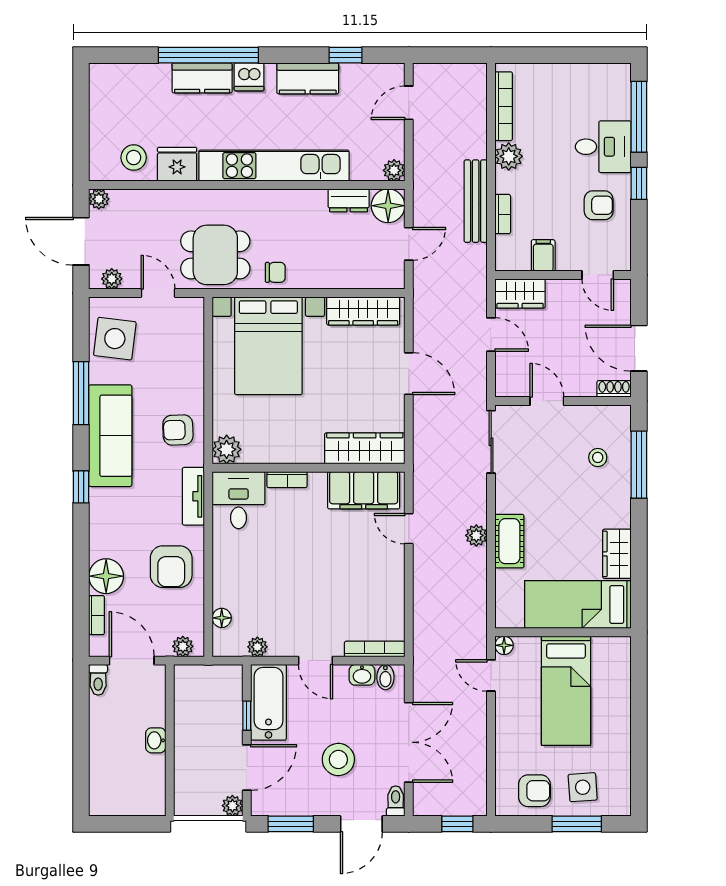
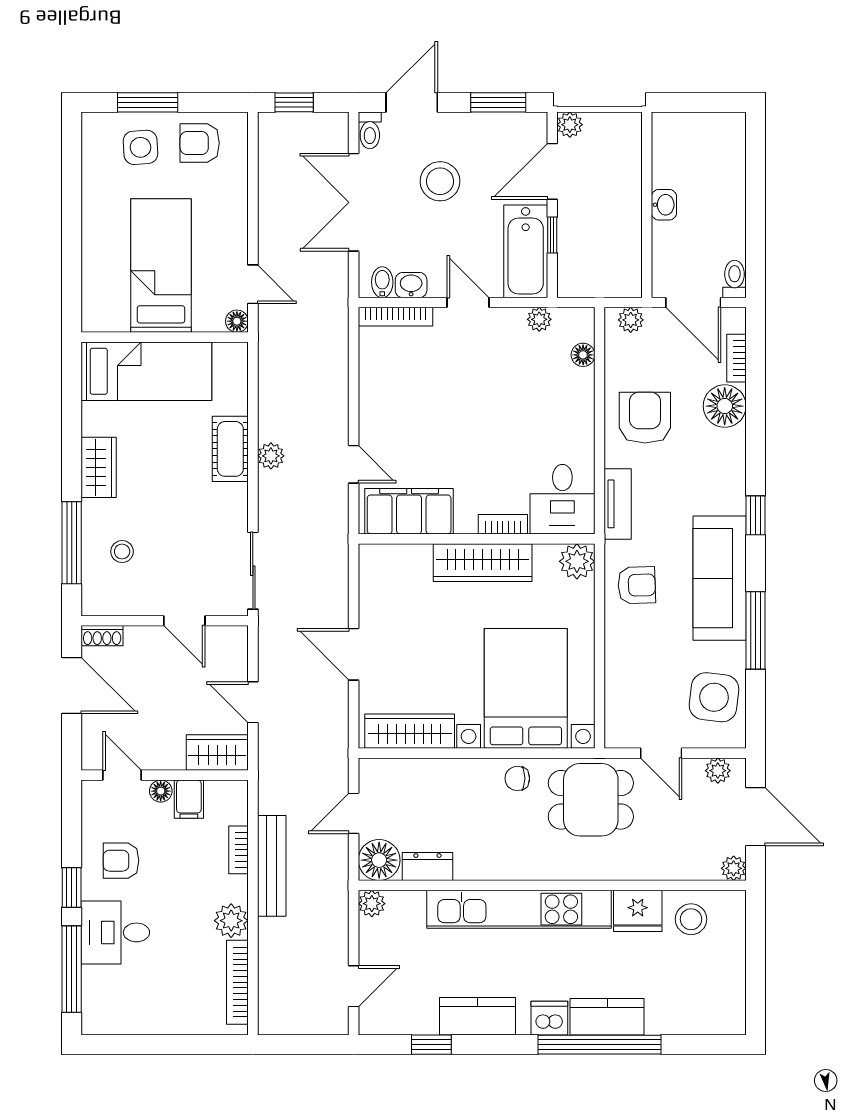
floor lamp: (566, 262) -> (161, 791), added
wardrobe: (365, 448) -> (483, 563), moved
wardrobe: (617, 554) -> (99, 467), moved

